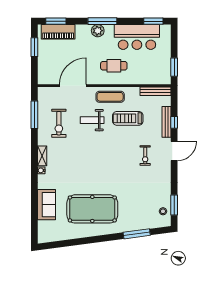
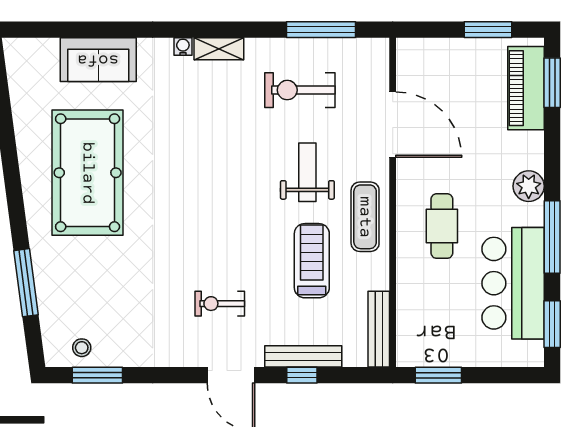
window: (102, 21) -> (552, 237), moved

